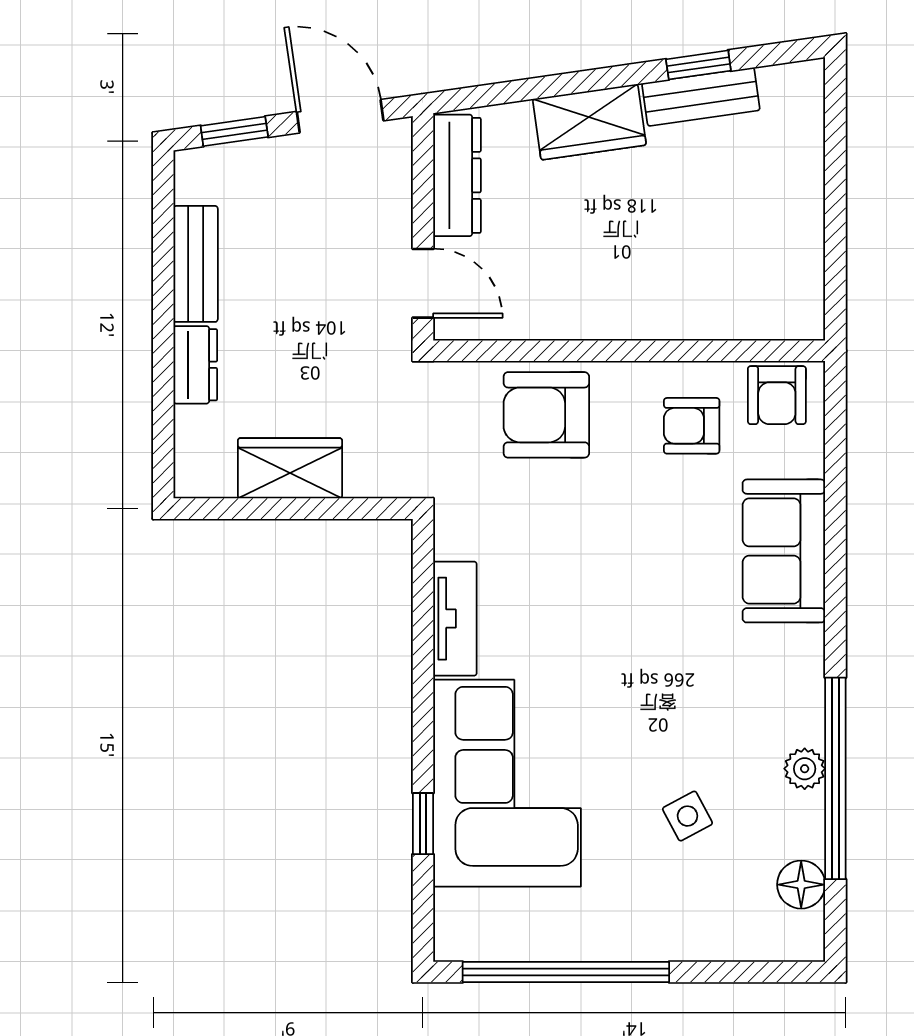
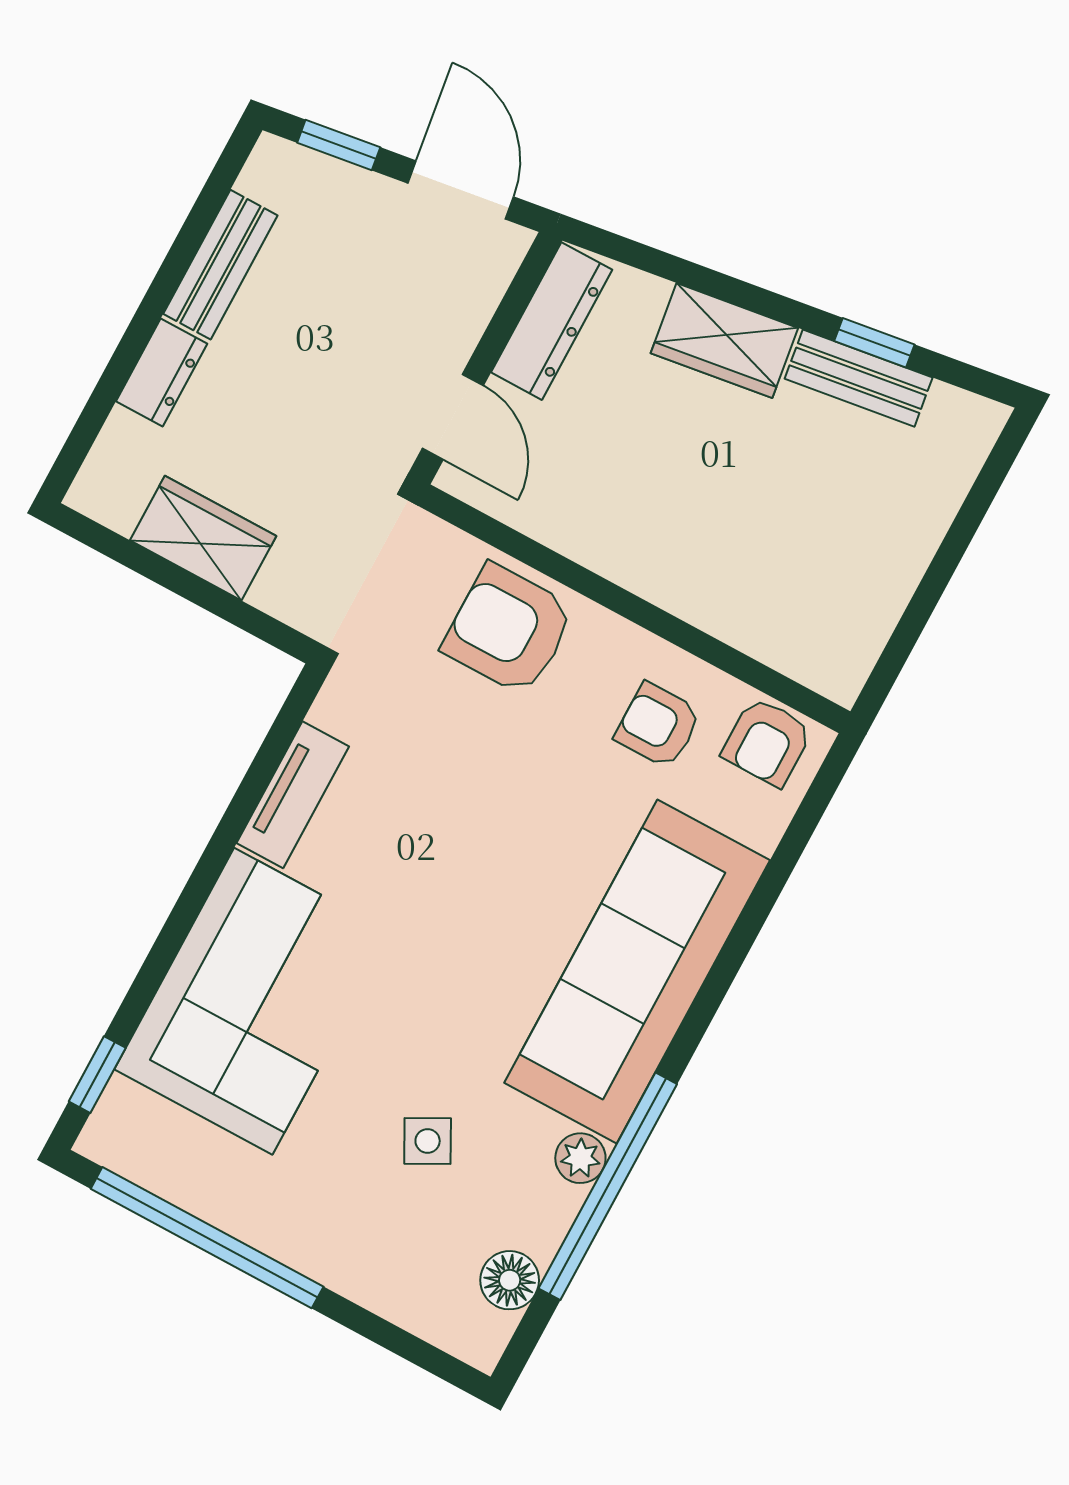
sofa: (784, 551) -> (637, 972), width x1.85, depth x1.27
window: (423, 824) -> (97, 1075), moved

